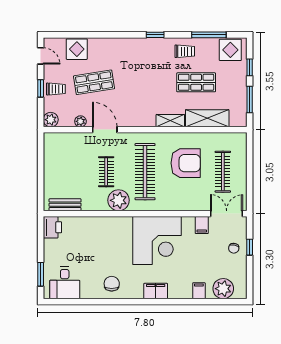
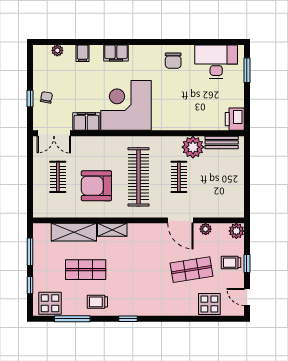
clothes rail: (223, 172) -> (58, 177), width x0.73
plant: (119, 200) -> (193, 147), moved
filing cabinet: (202, 225) -> (86, 122), width x2.00
desk: (65, 283) -> (216, 62), width x1.37
plant: (223, 289) -> (57, 50), width x0.53, depth x0.53
filing cabinet: (156, 291) -> (116, 53), moved

